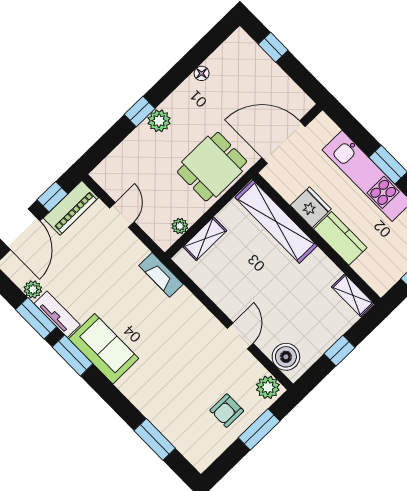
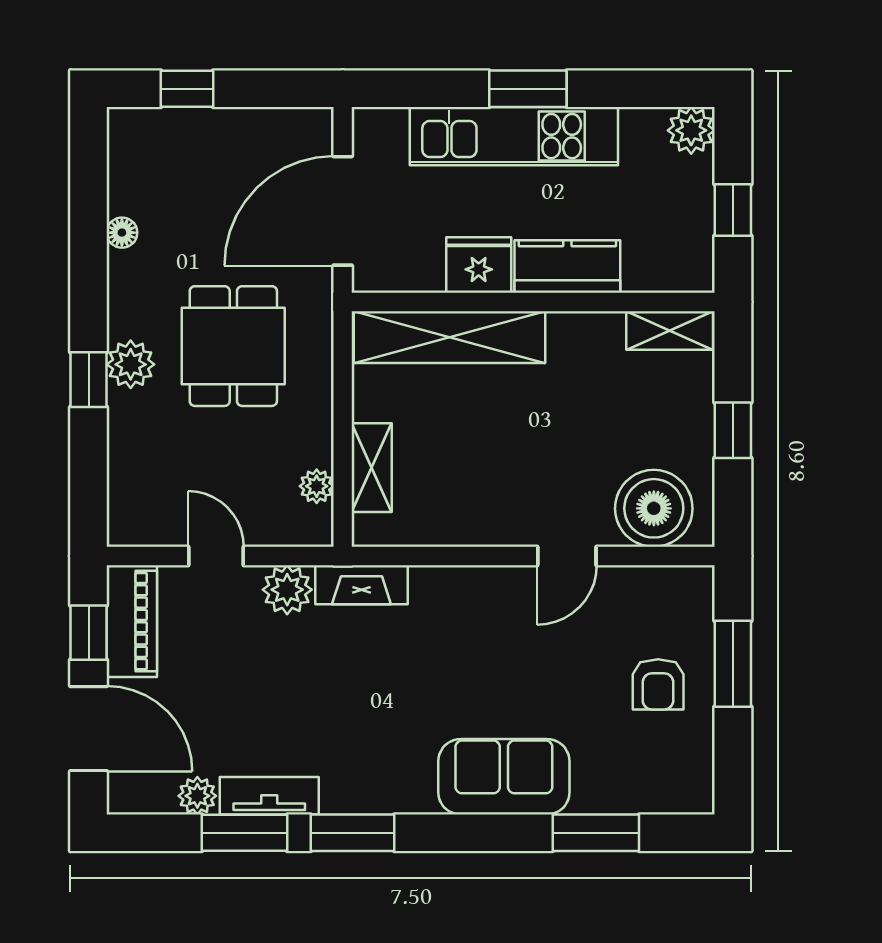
dining table: (212, 167) -> (233, 346), moved
door: (240, 336) -> (567, 556), swing flipped
sofa: (104, 349) -> (504, 777), moved
boiler: (286, 357) -> (654, 508), width x1.37, depth x1.37
plant: (268, 387) -> (287, 590), moved

